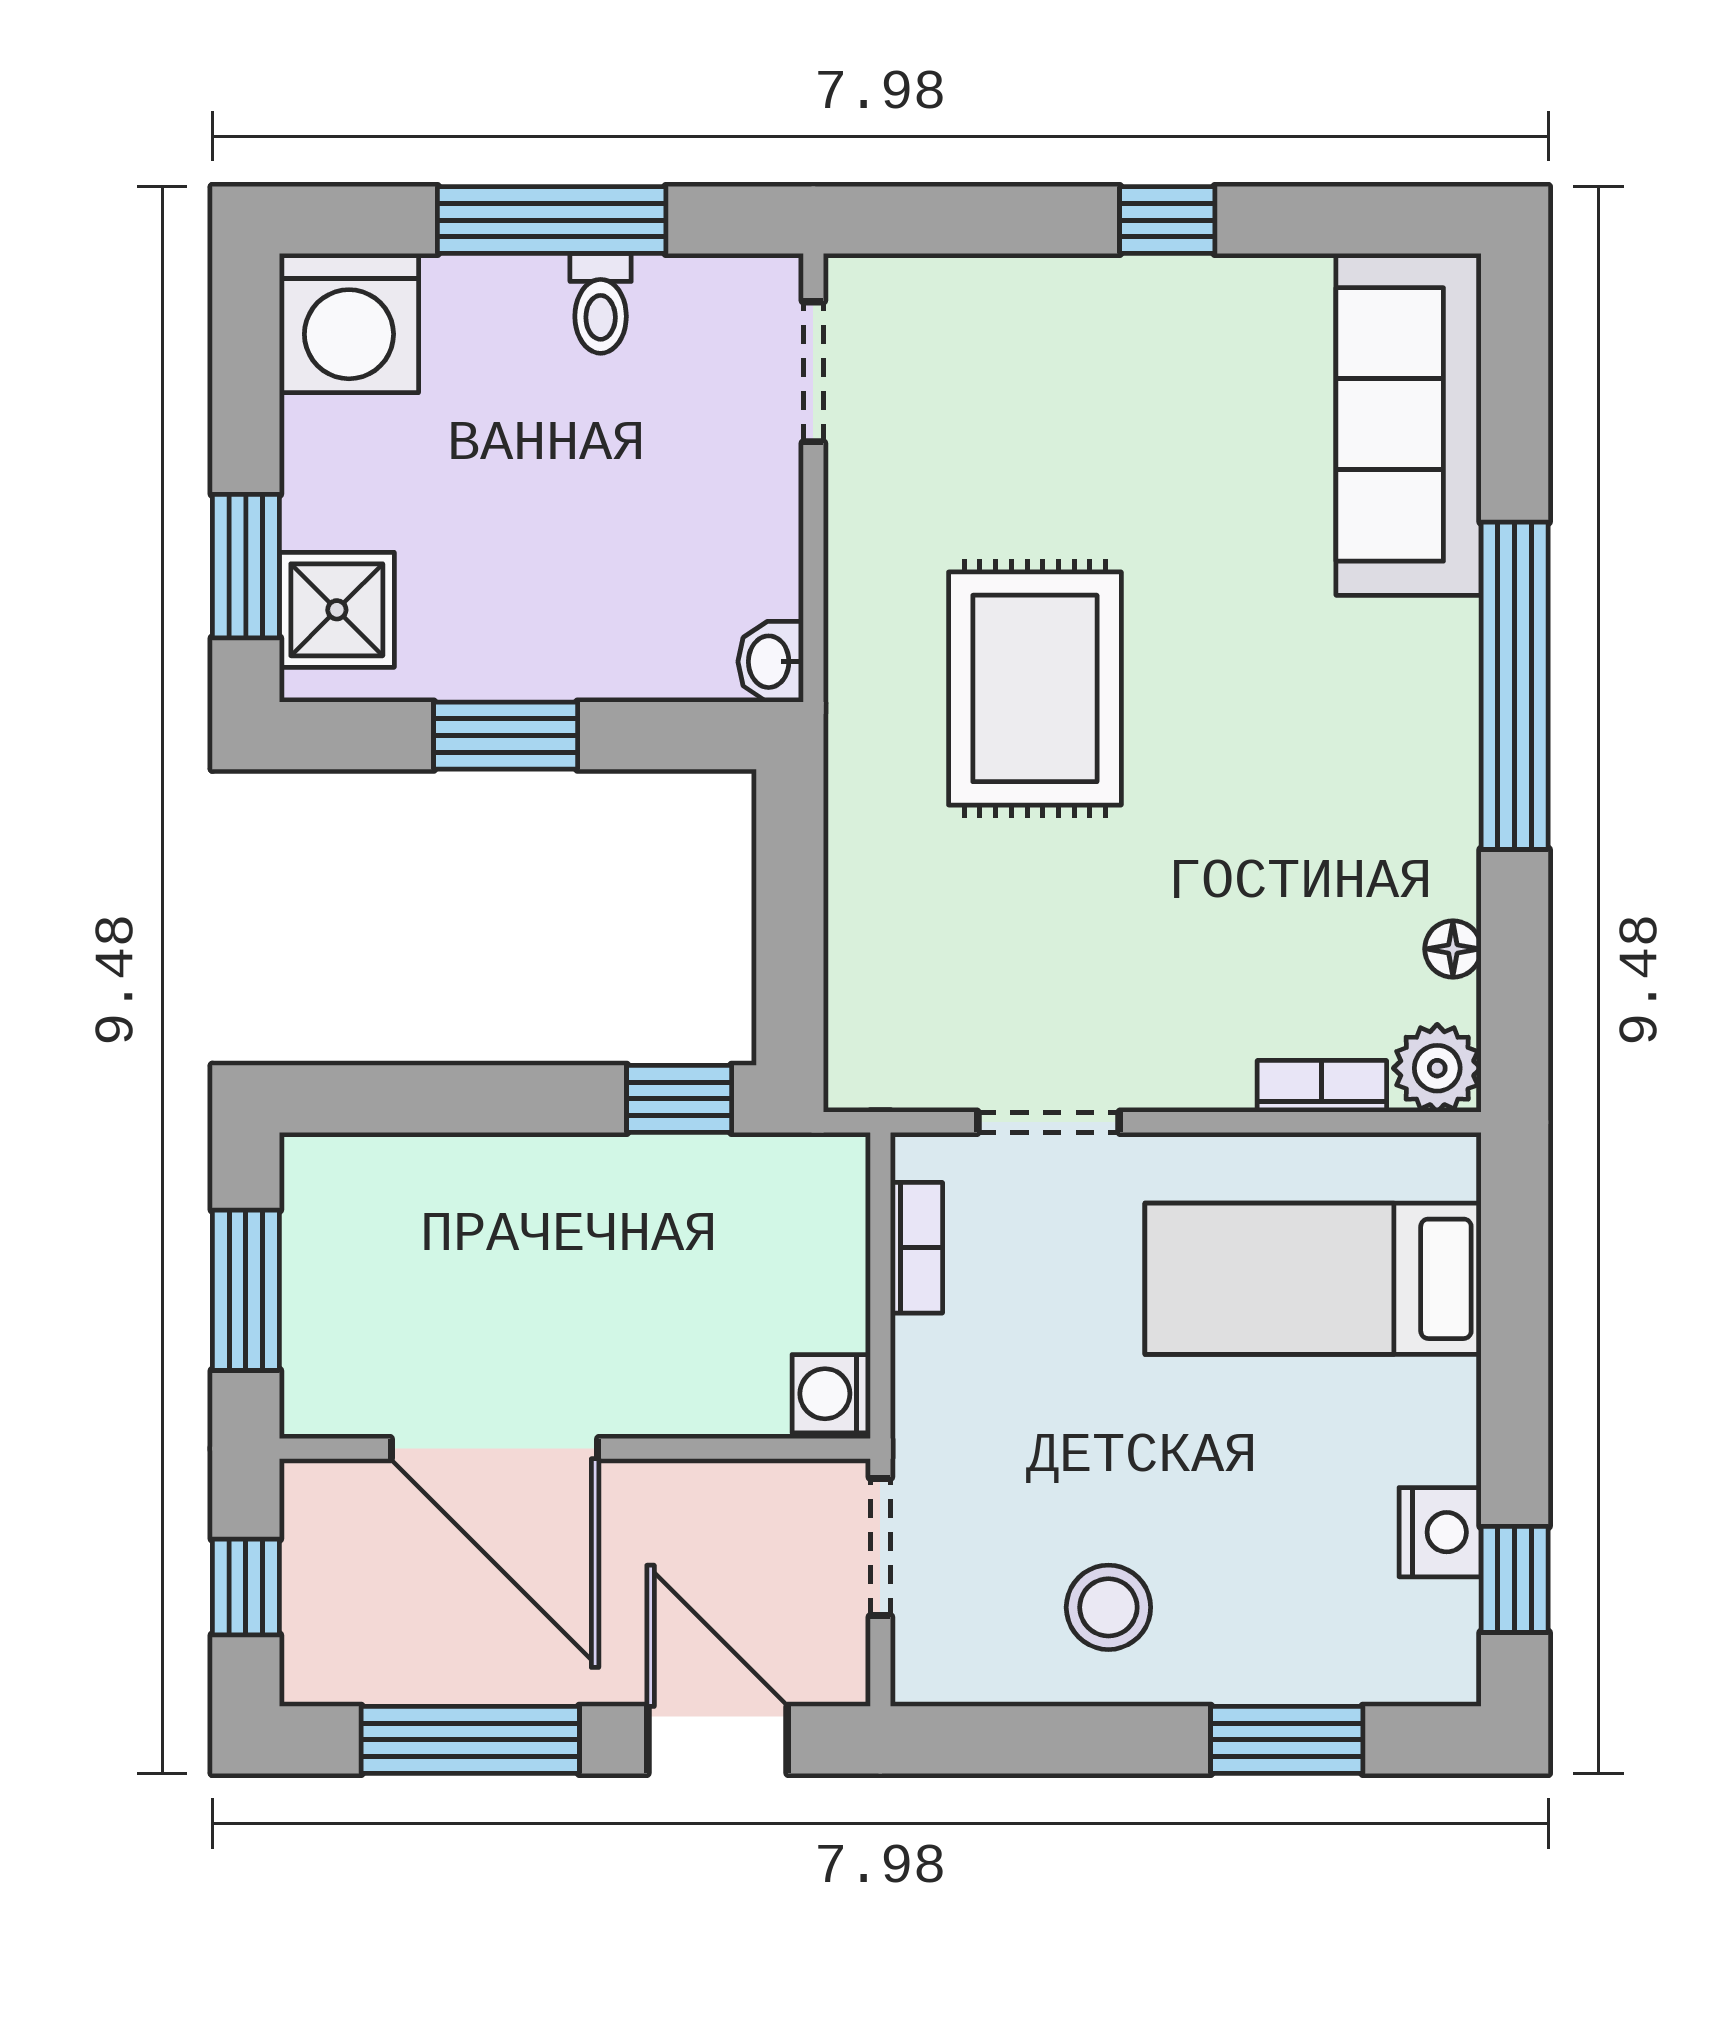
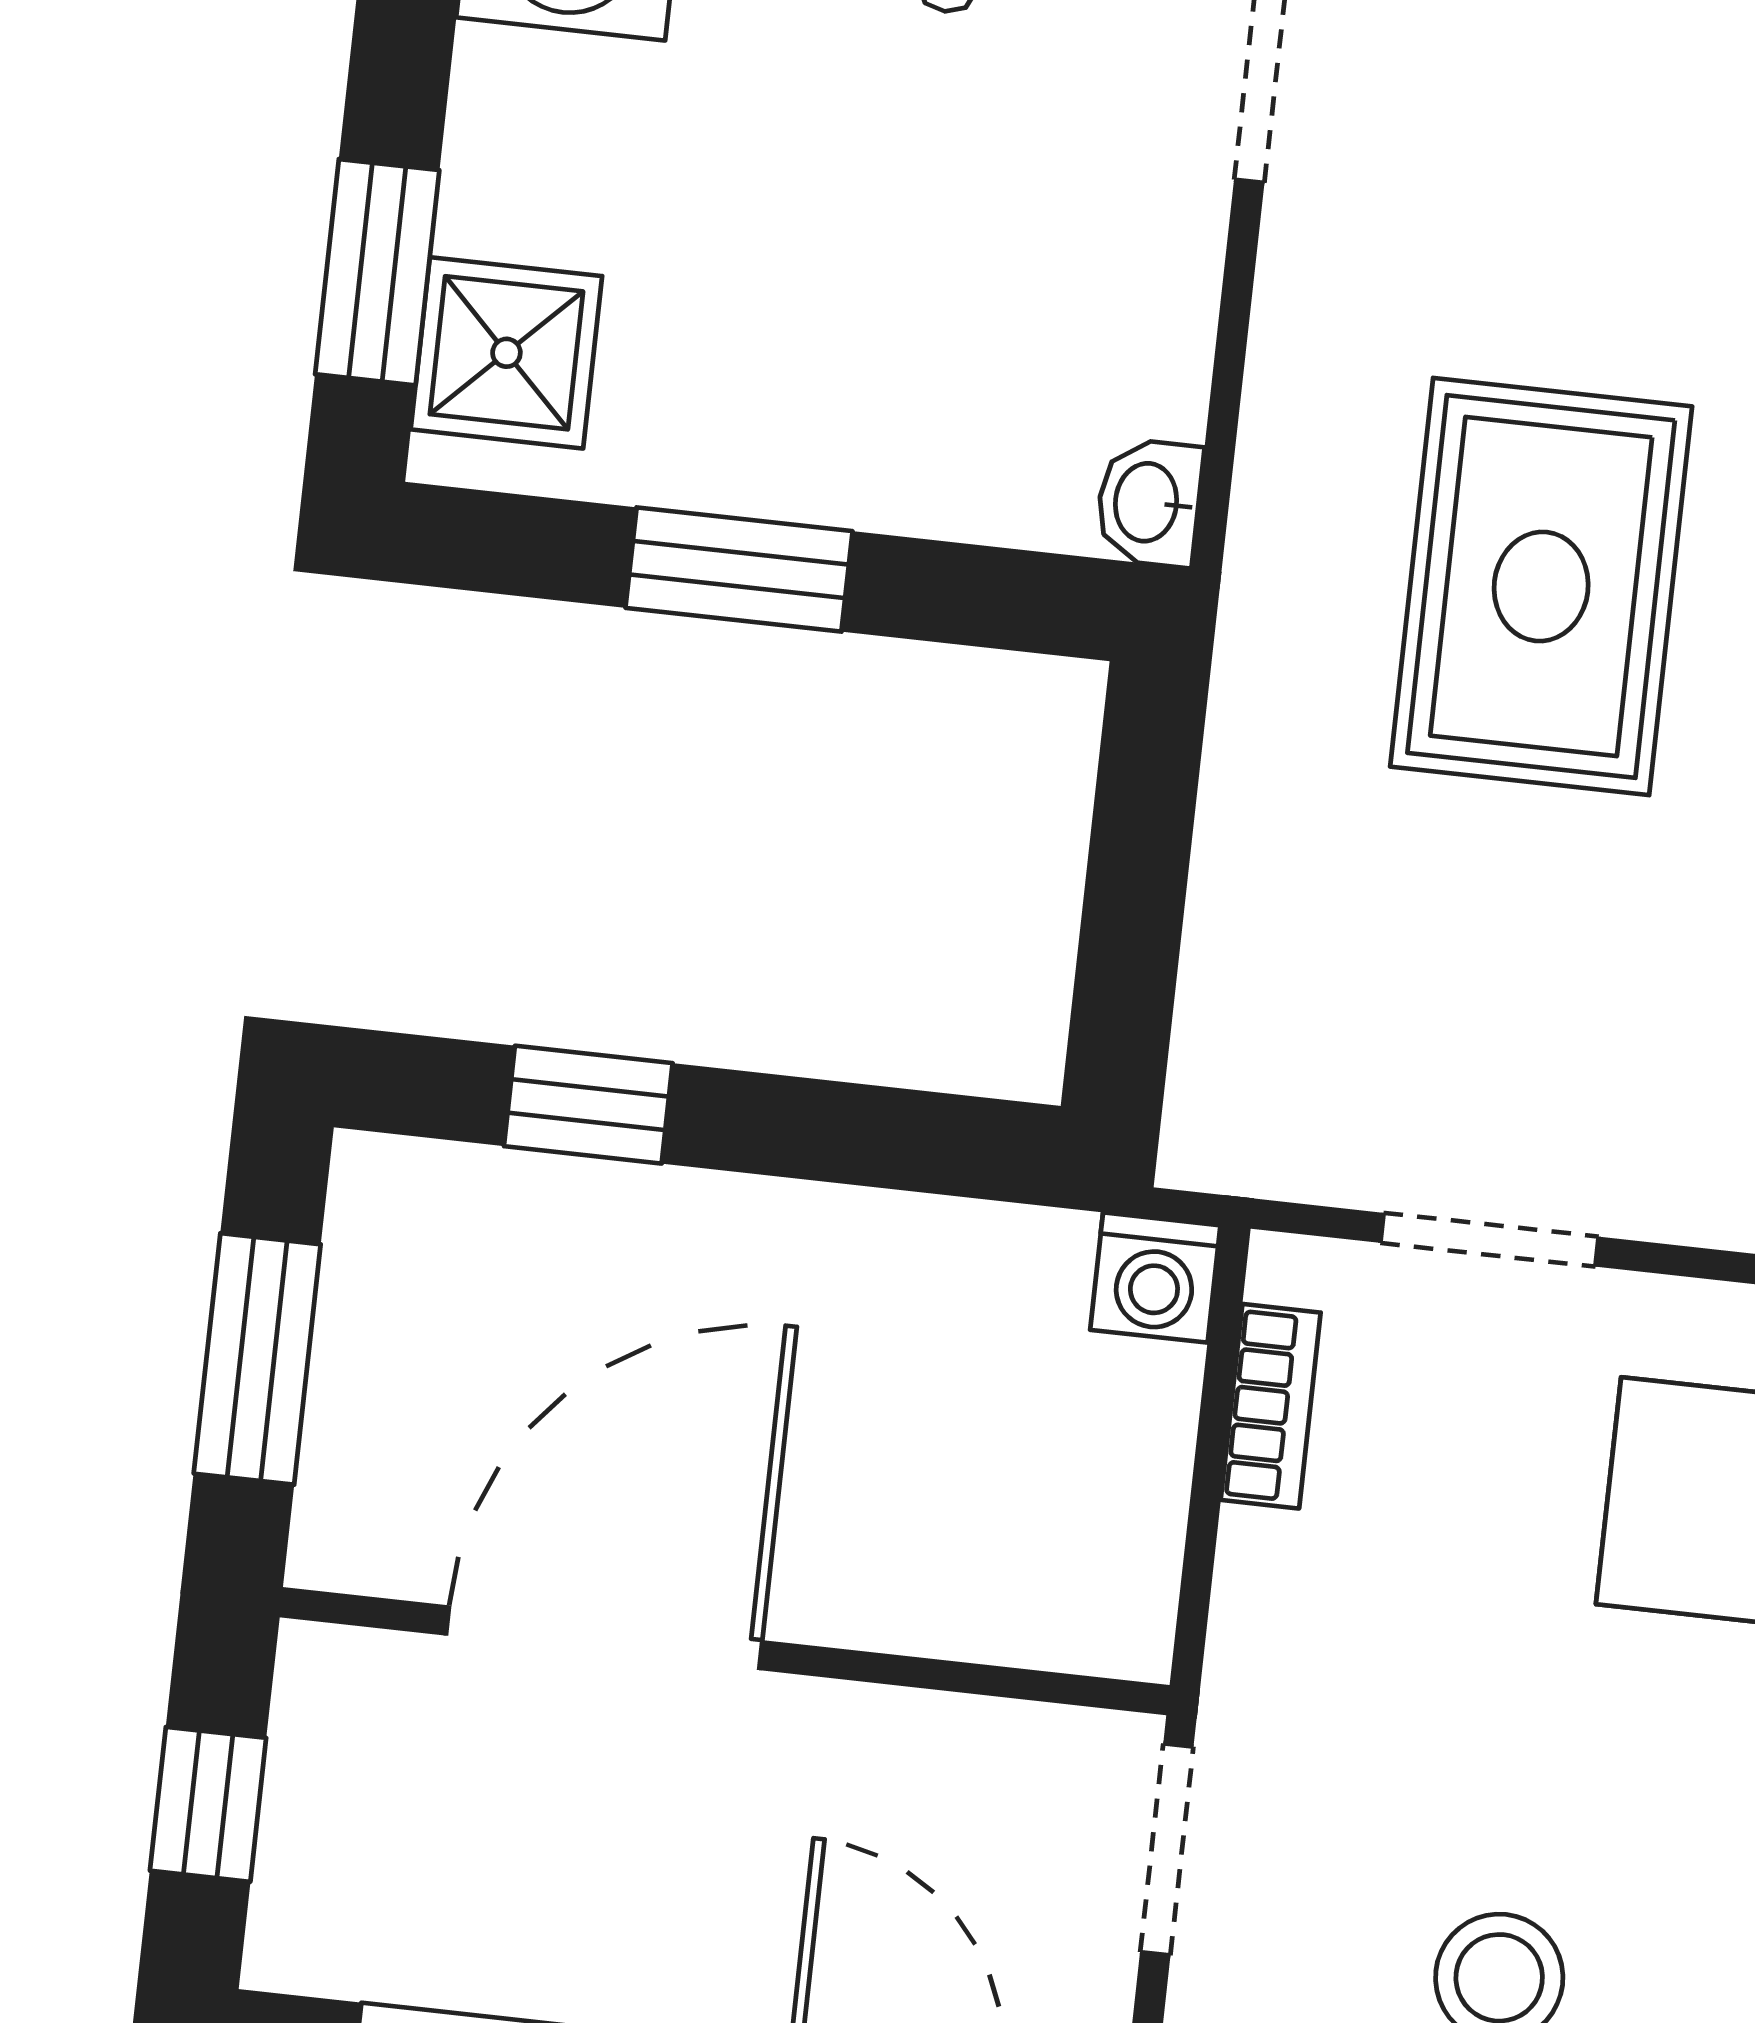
window: (679, 1099) -> (588, 1105), moved
washing machine: (831, 1394) -> (1155, 1278), moved, turned -90
door: (494, 1449) -> (604, 1638), swing flipped

